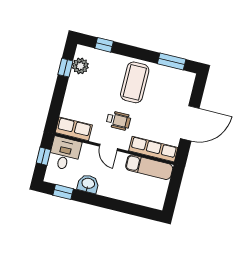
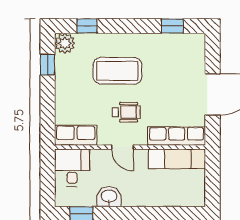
window: (172, 62) -> (172, 26), width x0.67
plant: (80, 66) -> (65, 43), moved
coffee table: (135, 82) -> (117, 71), moved, turned 90
window: (44, 156) -> (48, 177), removed

